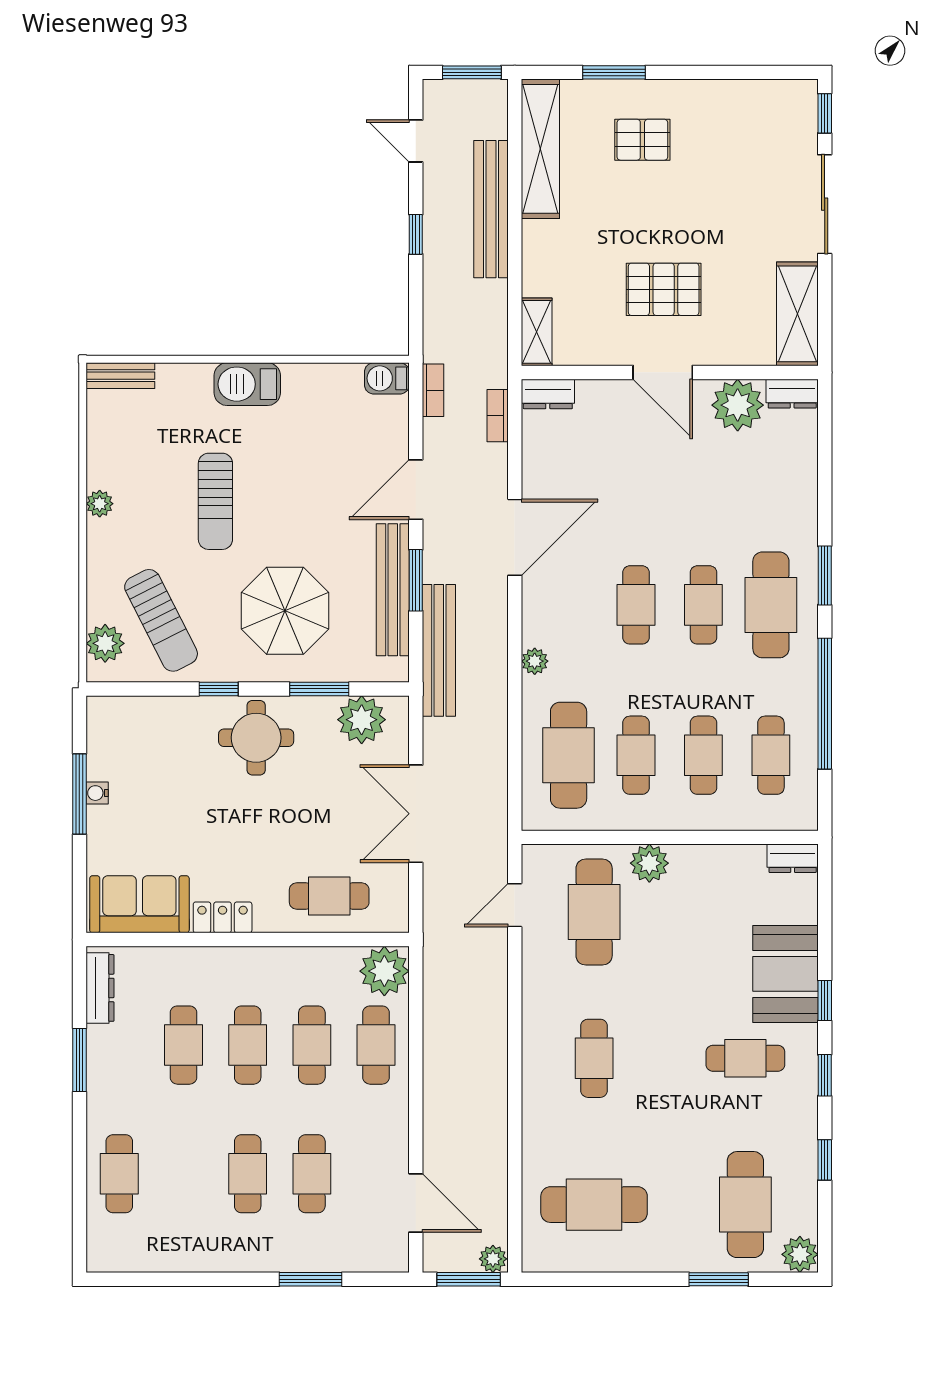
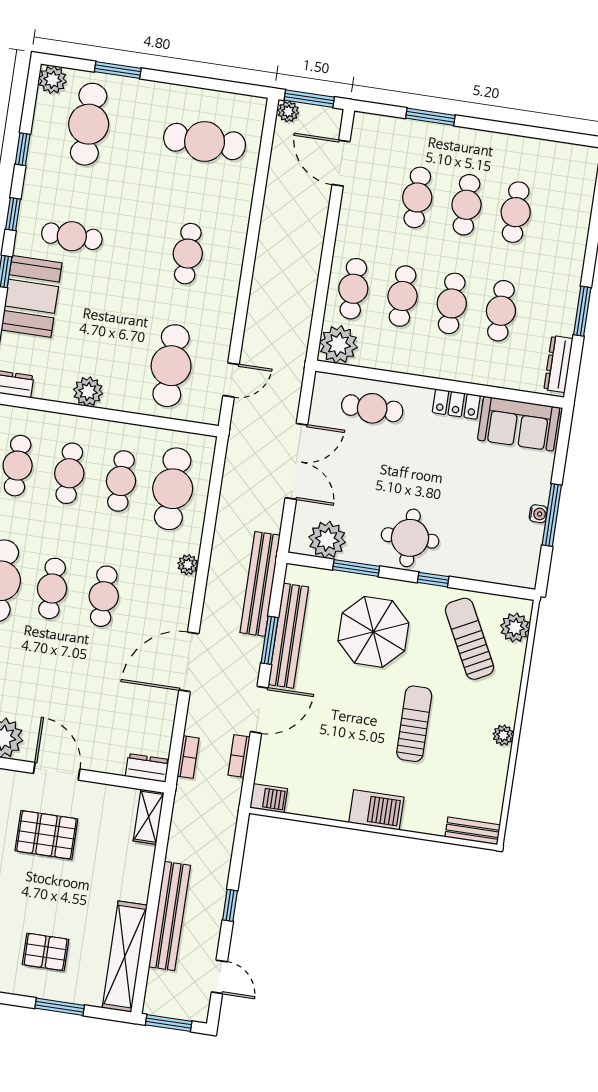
bookcase: (433, 390) -> (239, 756), moved
plant: (649, 863) -> (88, 391), moved
cafe table: (119, 1174) -> (516, 212), moved

